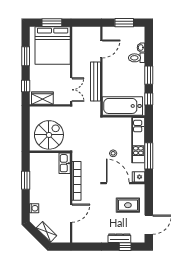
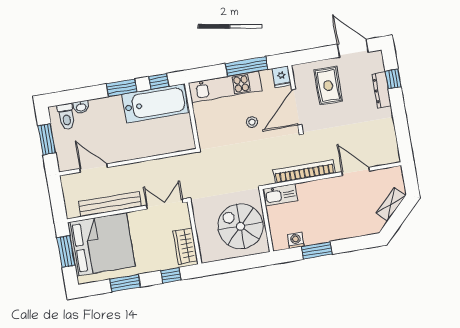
toilet: (137, 58) -> (66, 117), moved
bench: (95, 81) -> (110, 204), moved
bathtub: (122, 106) -> (155, 103), moved, turned -90
washing machine: (34, 208) -> (296, 240), moved

